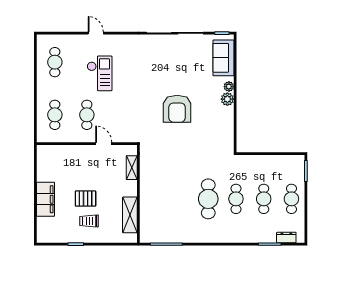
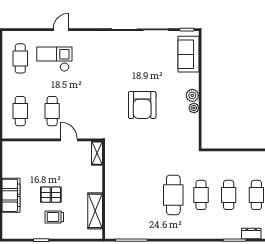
door: (96, 33) -> (61, 30), hinge flipped
checkout: (100, 73) -> (54, 59), moved, turned -90
plant: (229, 87) -> (194, 108), moved
shelving: (132, 168) -> (97, 153), moved

